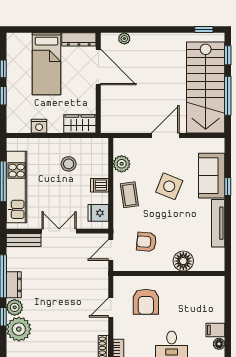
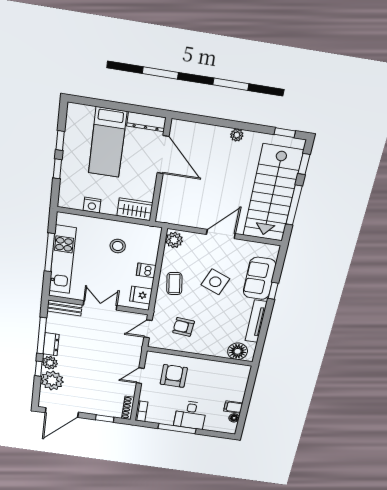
plant: (124, 39) -> (237, 135), moved
plant: (122, 164) -> (174, 240), moved
floor lamp: (183, 261) -> (238, 351), moved
armchair: (146, 302) -> (174, 376), turned 180

